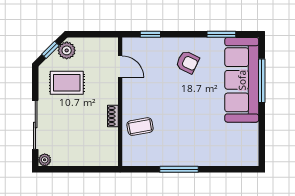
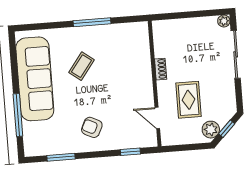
sofa: (242, 80) -> (35, 79), moved
rug: (67, 83) -> (189, 100), moved, turned 90
coffee table: (140, 127) -> (82, 66), moved, turned -43

